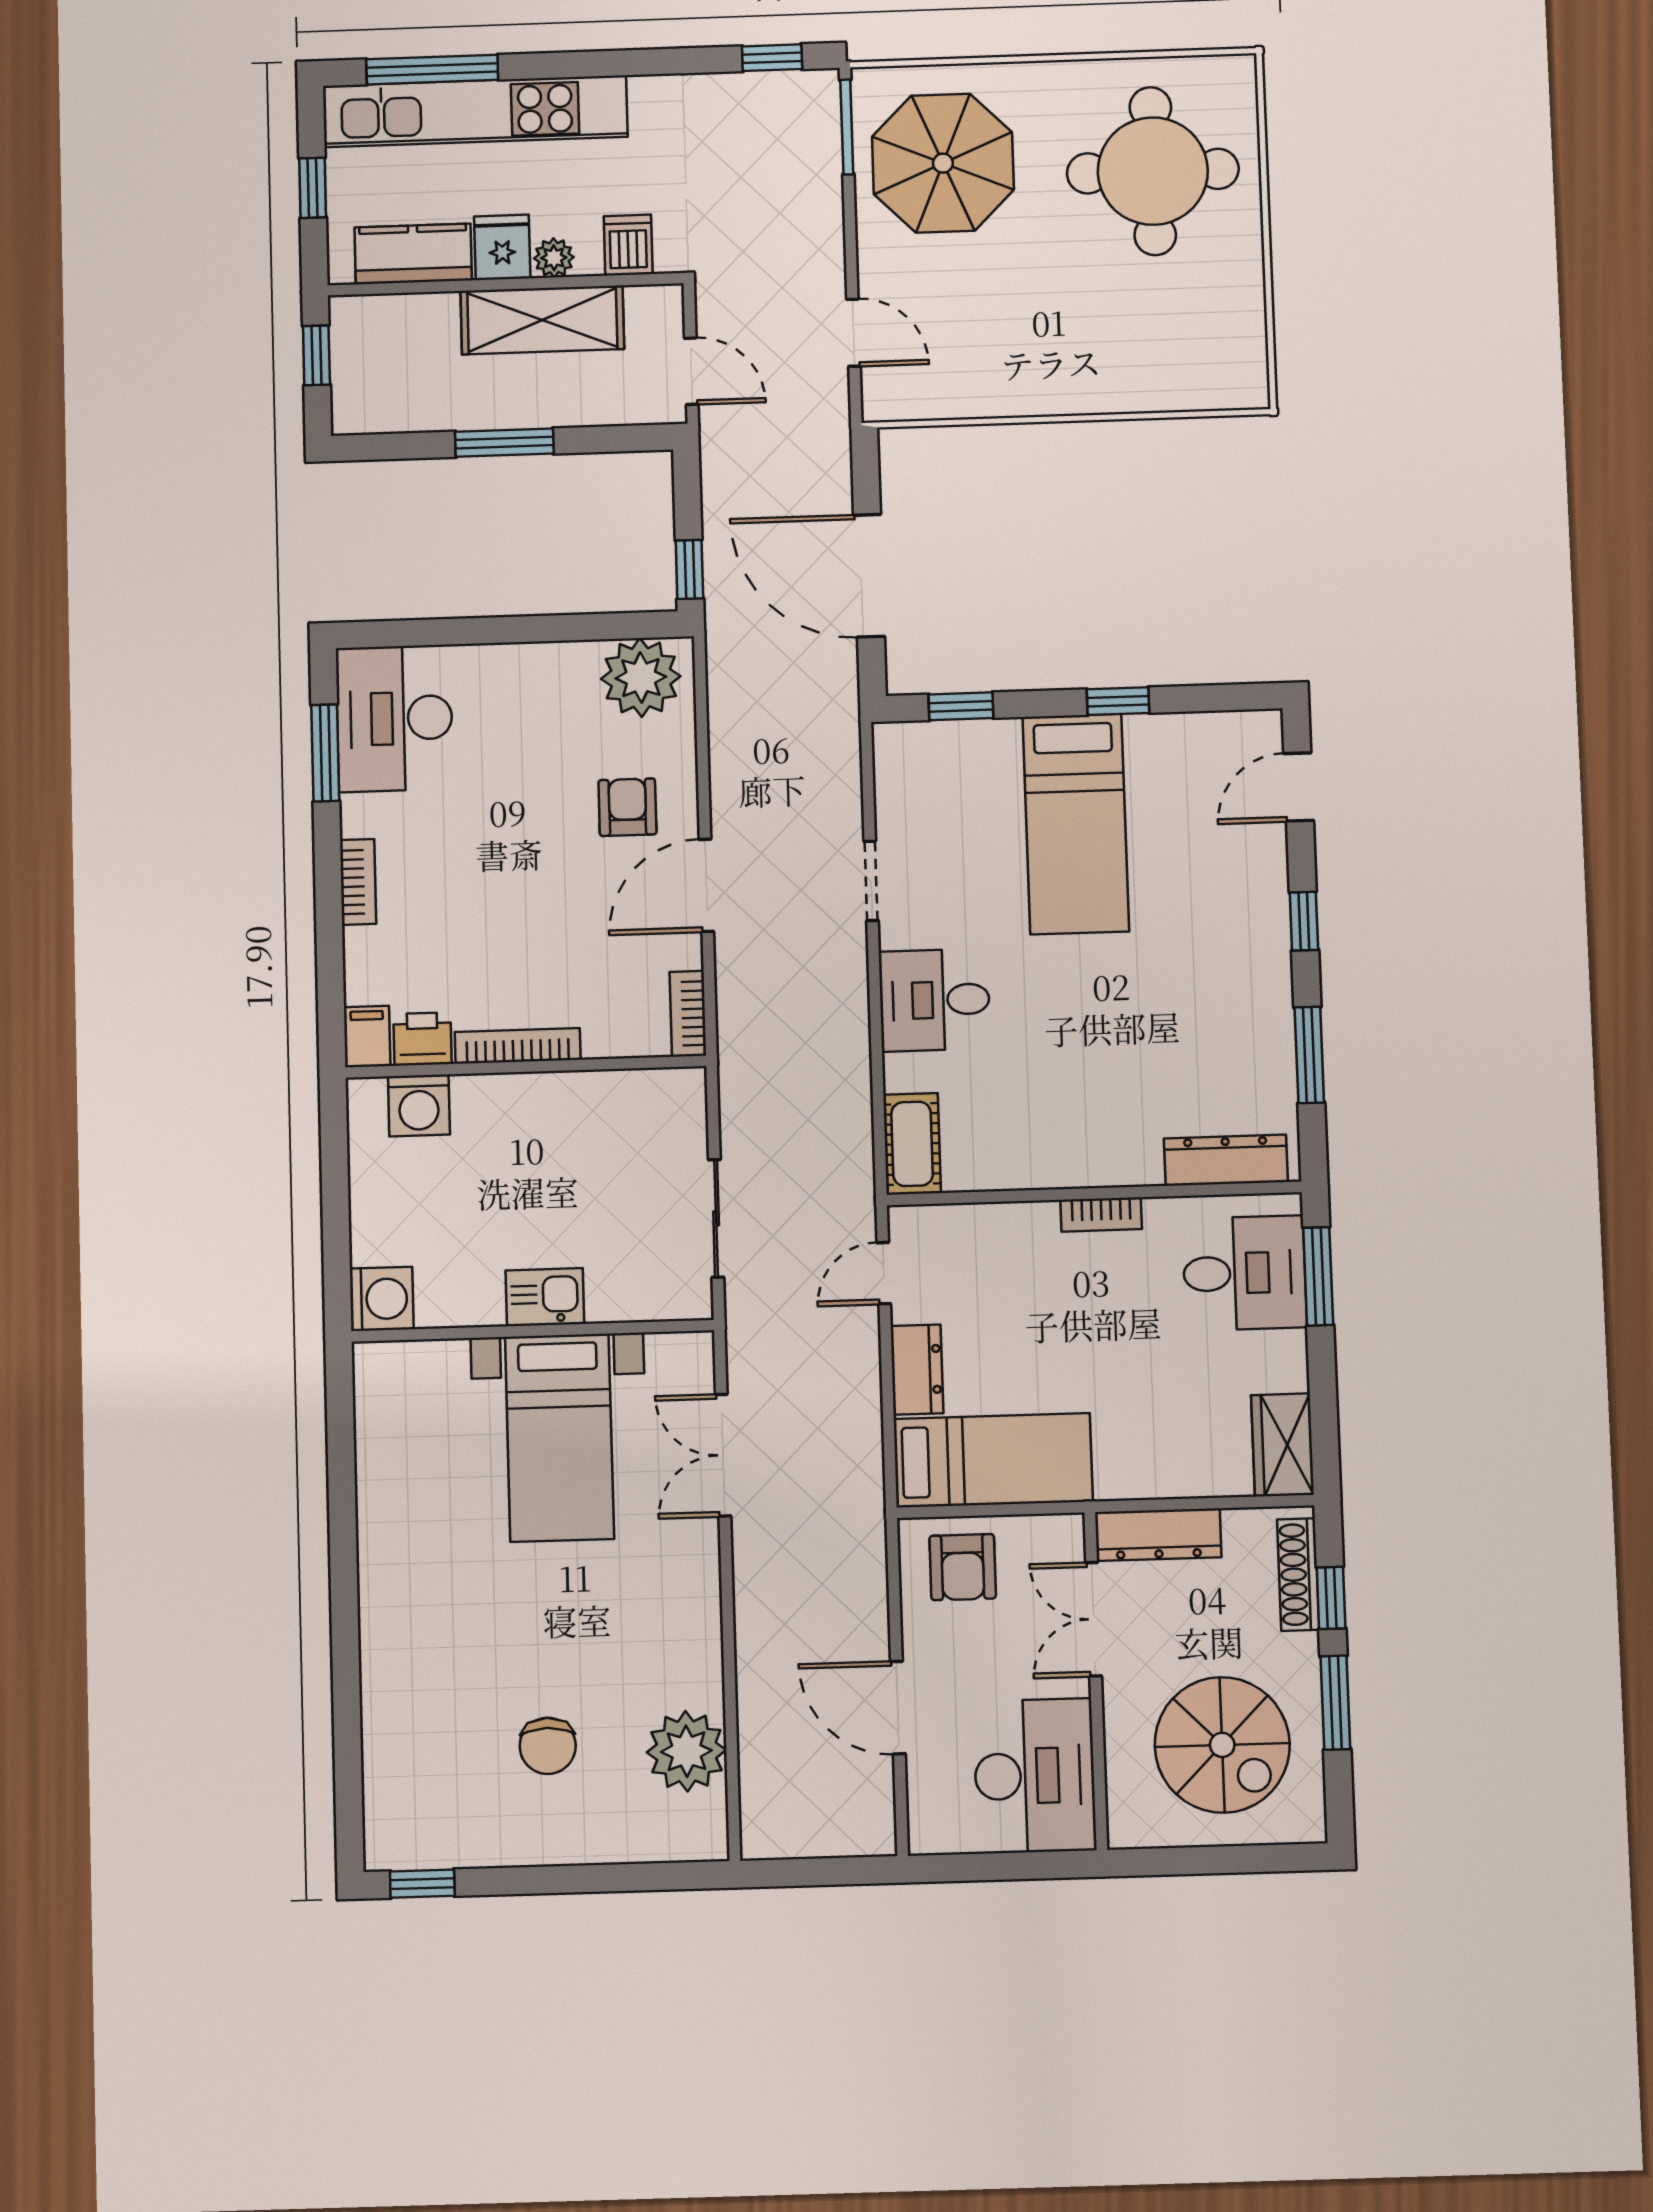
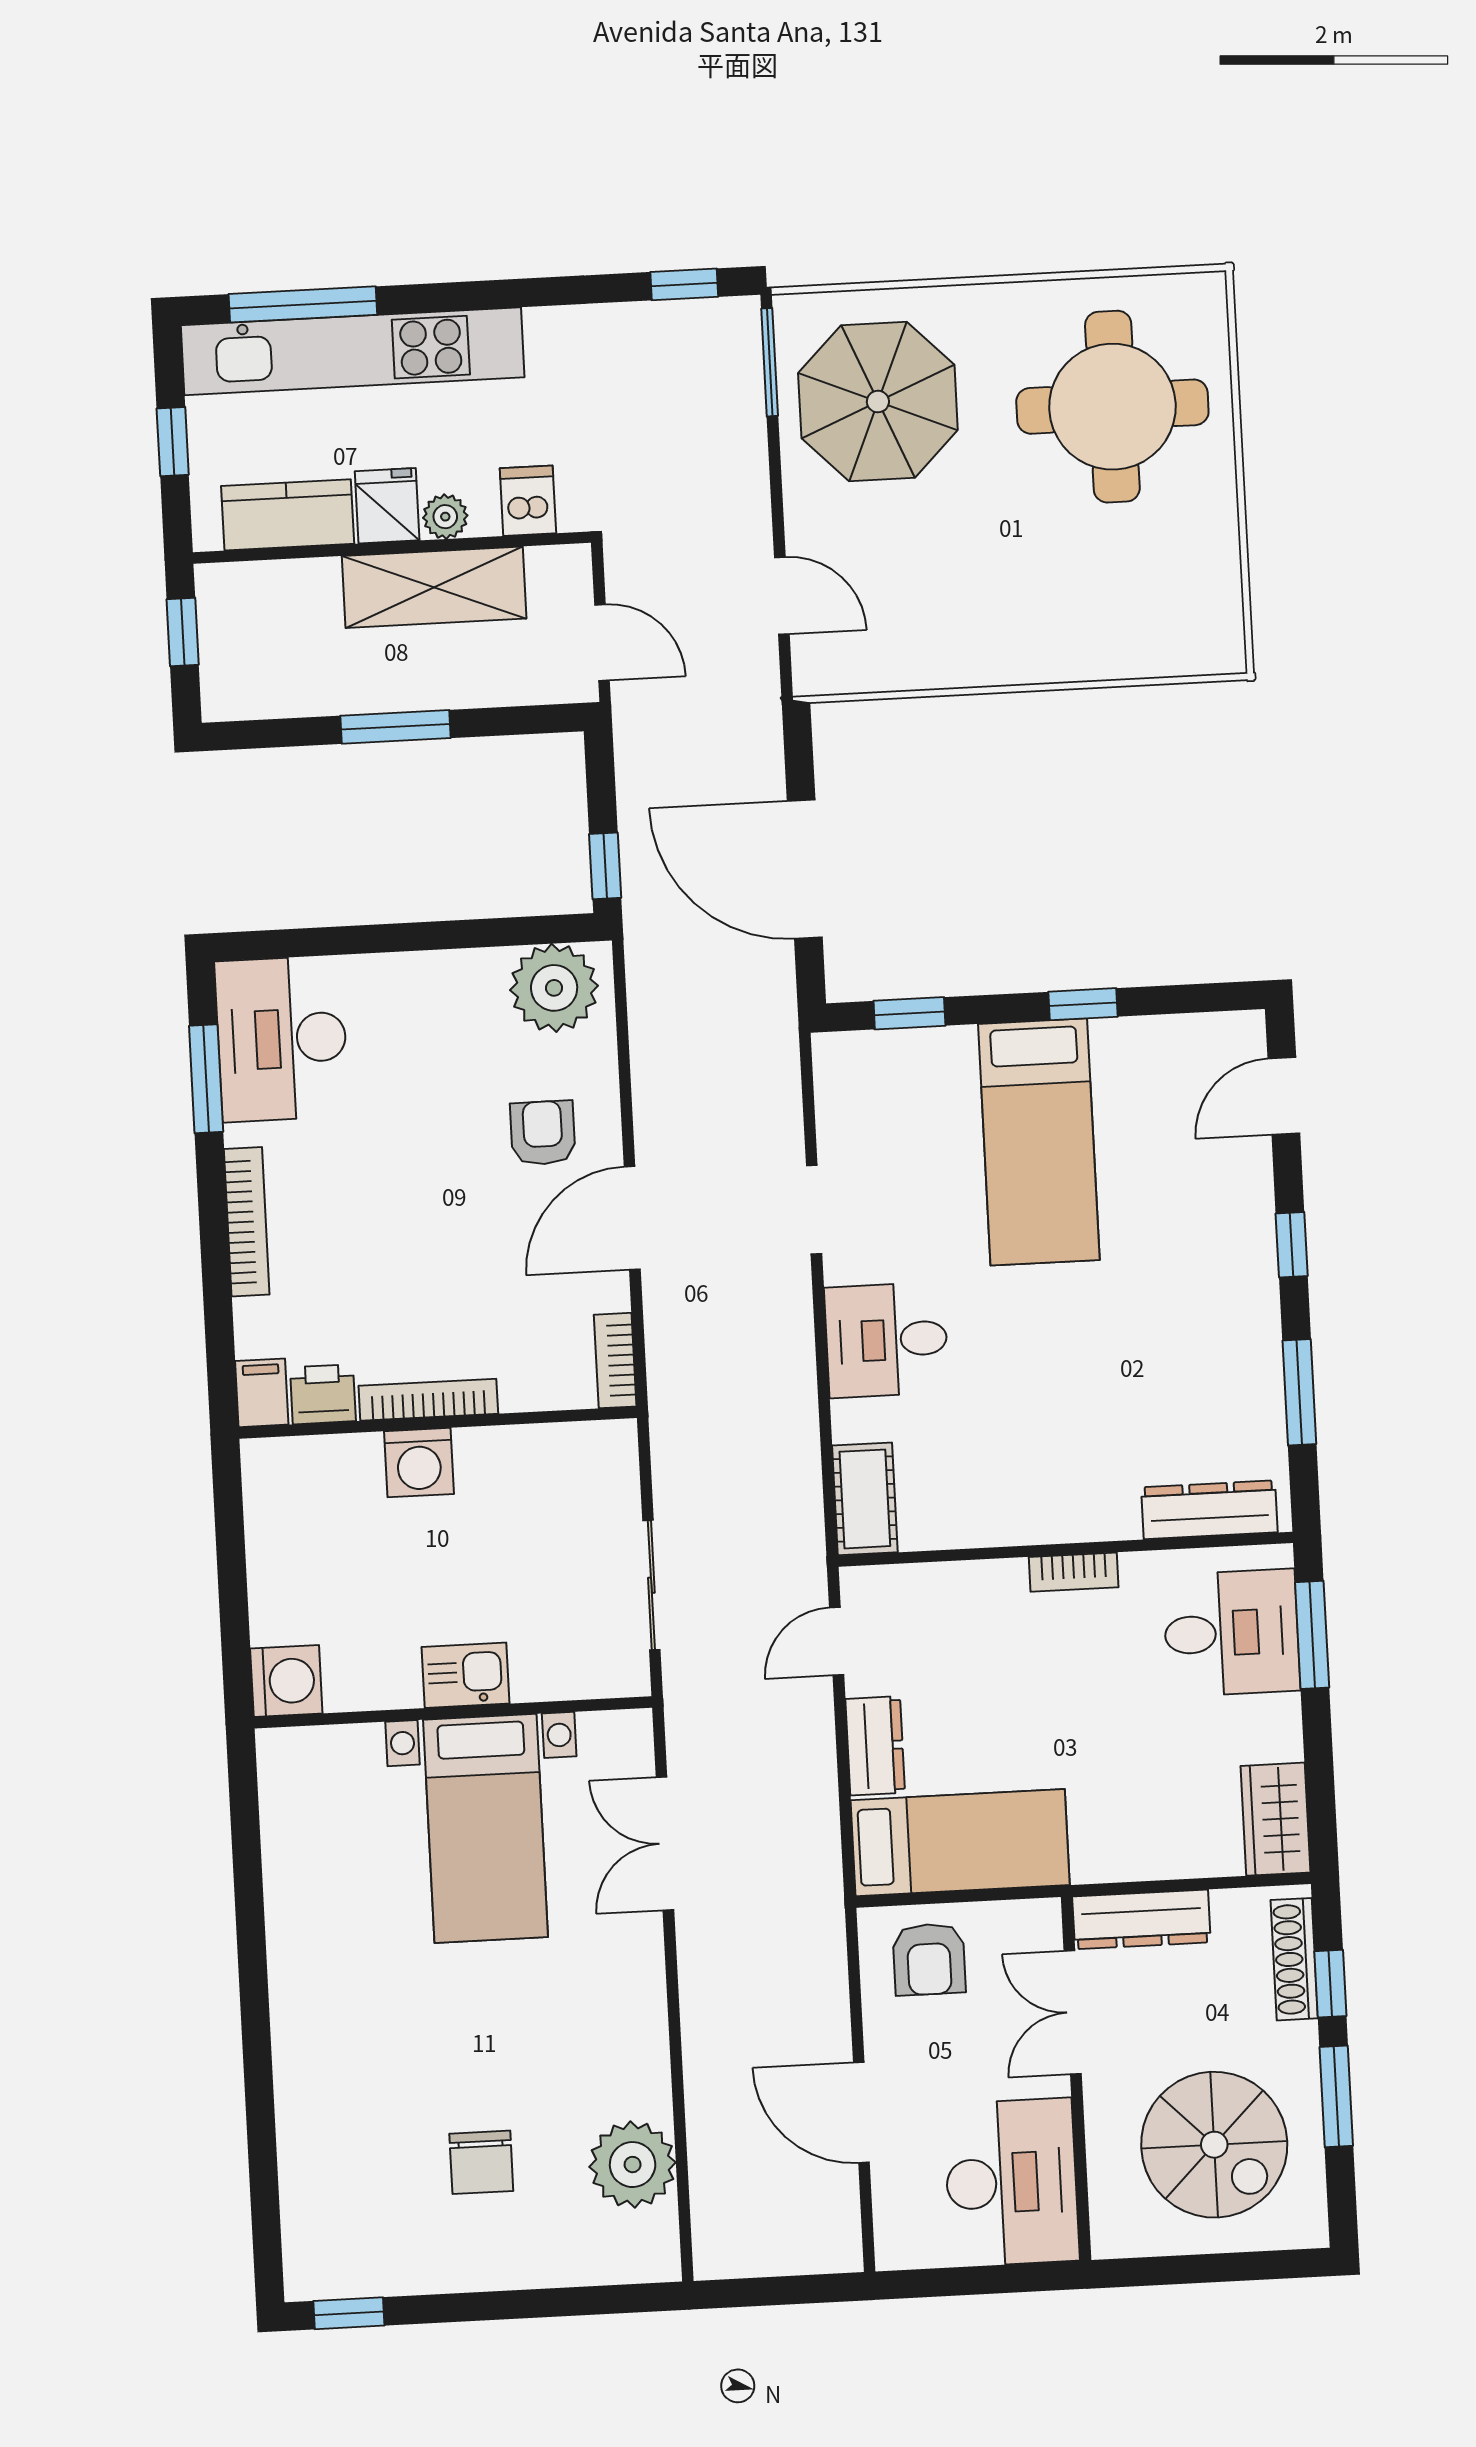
bookcase: (358, 882) -> (247, 1222), width x1.56
washing machine: (419, 1105) -> (419, 1463), moved

